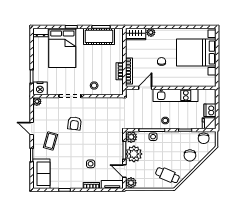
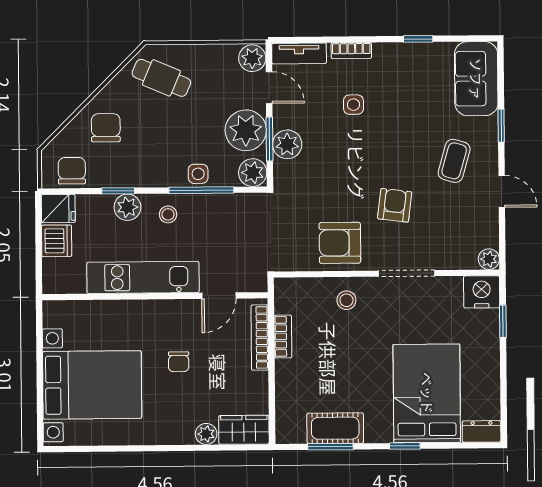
cot: (99, 36) -> (335, 428), width x0.73, depth x0.75
armchair: (97, 109) -> (340, 243), added
plant: (182, 124) -> (127, 207), added
plant: (117, 148) -> (287, 144), added

